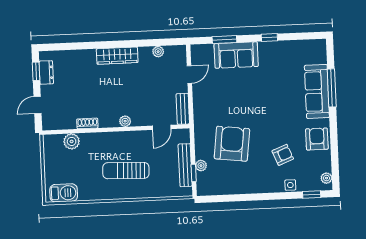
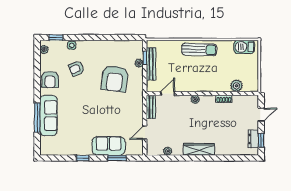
sun lounger: (126, 171) -> (199, 50), moved

